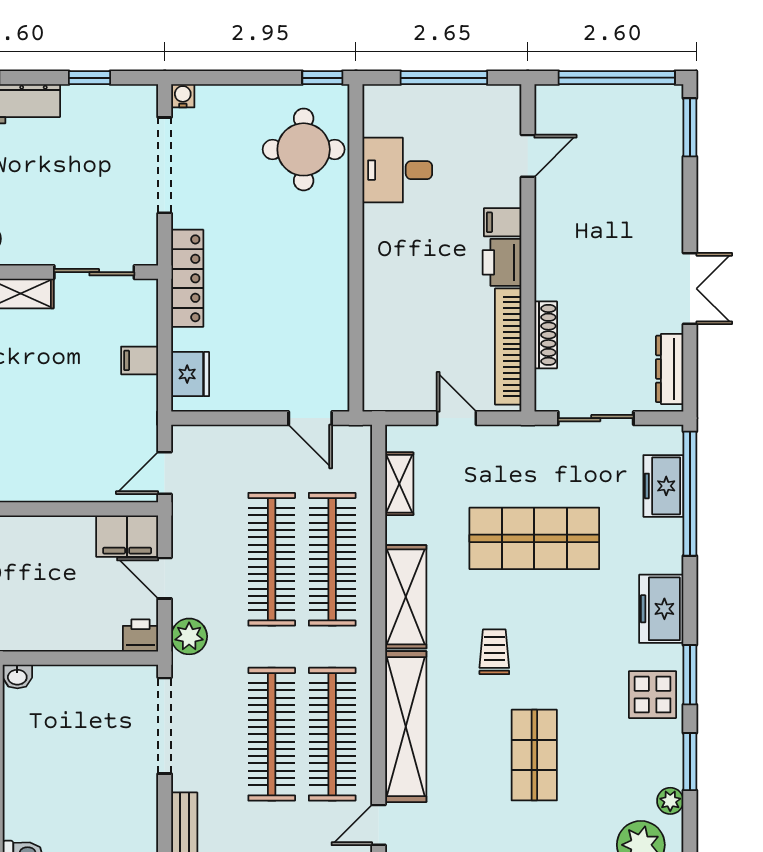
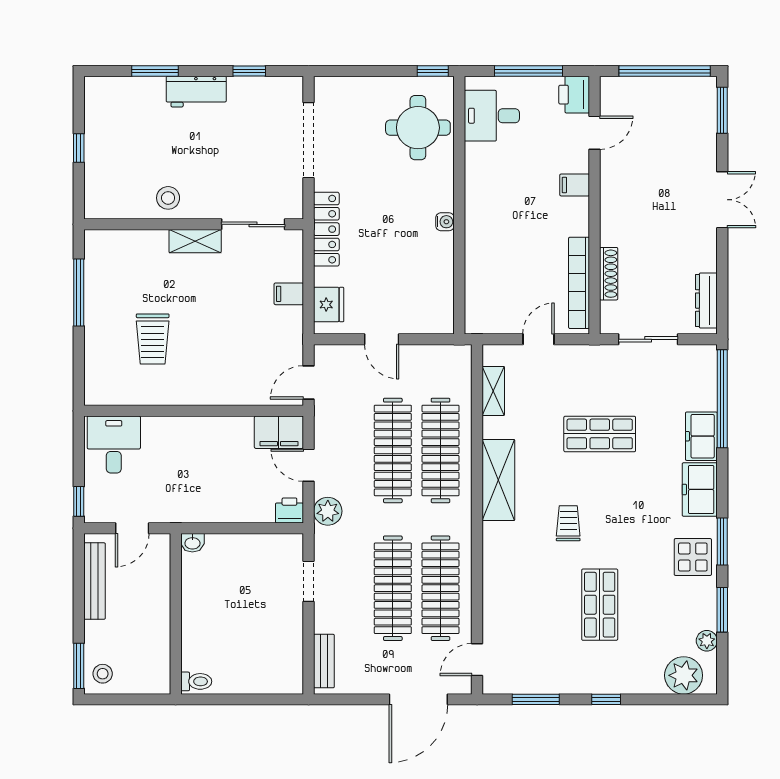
water cooler: (183, 96) -> (445, 222), moved, turned 90
desk: (397, 170) -> (492, 116), moved
printer: (502, 262) -> (574, 95), moved
double door: (690, 289) -> (722, 200), moved
door: (310, 418) -> (382, 339), moved
door: (457, 418) -> (538, 339), hinge flipped
freezer: (663, 486) -> (701, 436), moved
shop shelf: (534, 538) -> (600, 434), width x0.70, depth x0.74
doorway: (165, 726) -> (309, 581), width x0.53
shelving: (406, 727) -> (498, 582), removed

